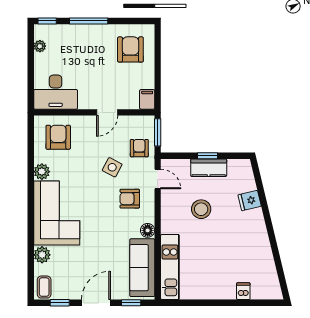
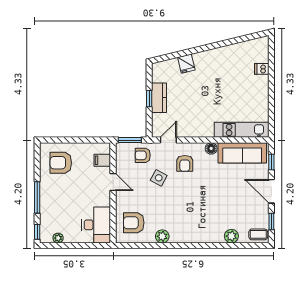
filing cabinet: (147, 99) -> (102, 160), moved
stool: (201, 209) -> (194, 104), removed
corner sofa: (57, 213) -> (197, 224), removed

